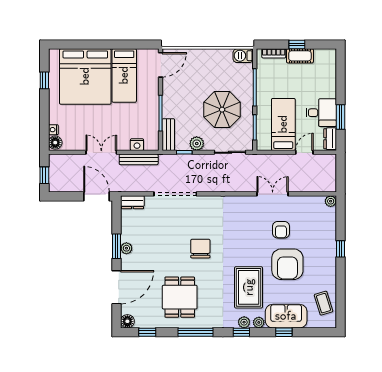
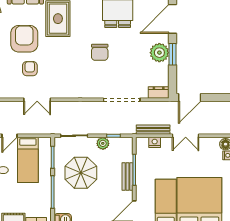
bench: (168, 135) -> (128, 176), moved
door: (97, 196) -> (190, 98), hinge flipped
plant: (126, 248) -> (159, 53), width x1.87, depth x1.87

